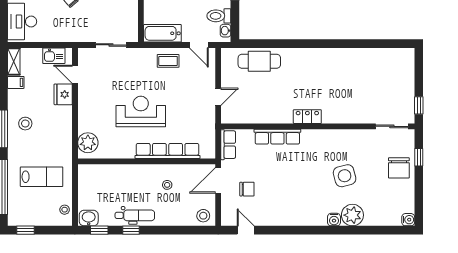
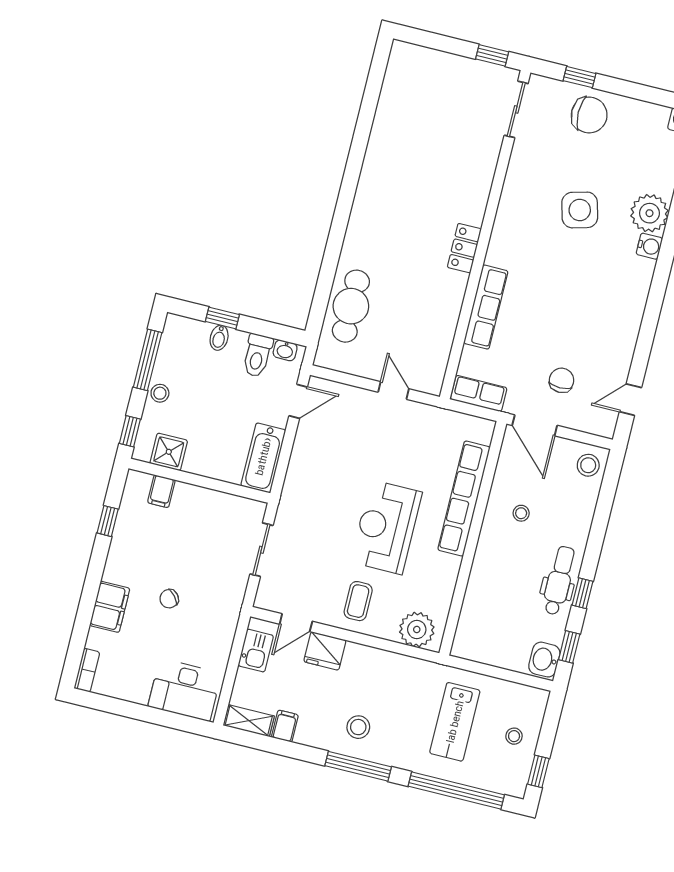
coffee table: (168, 61) -> (358, 601), moved
lab bench: (42, 177) -> (455, 722), turned 180
stool: (65, 210) -> (514, 736), moved

